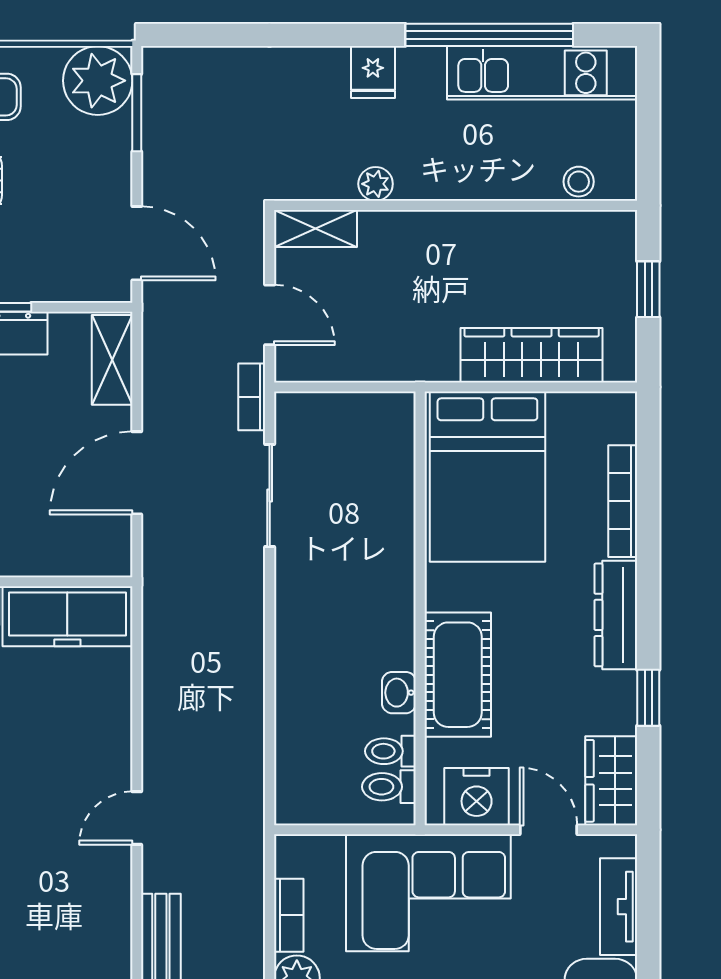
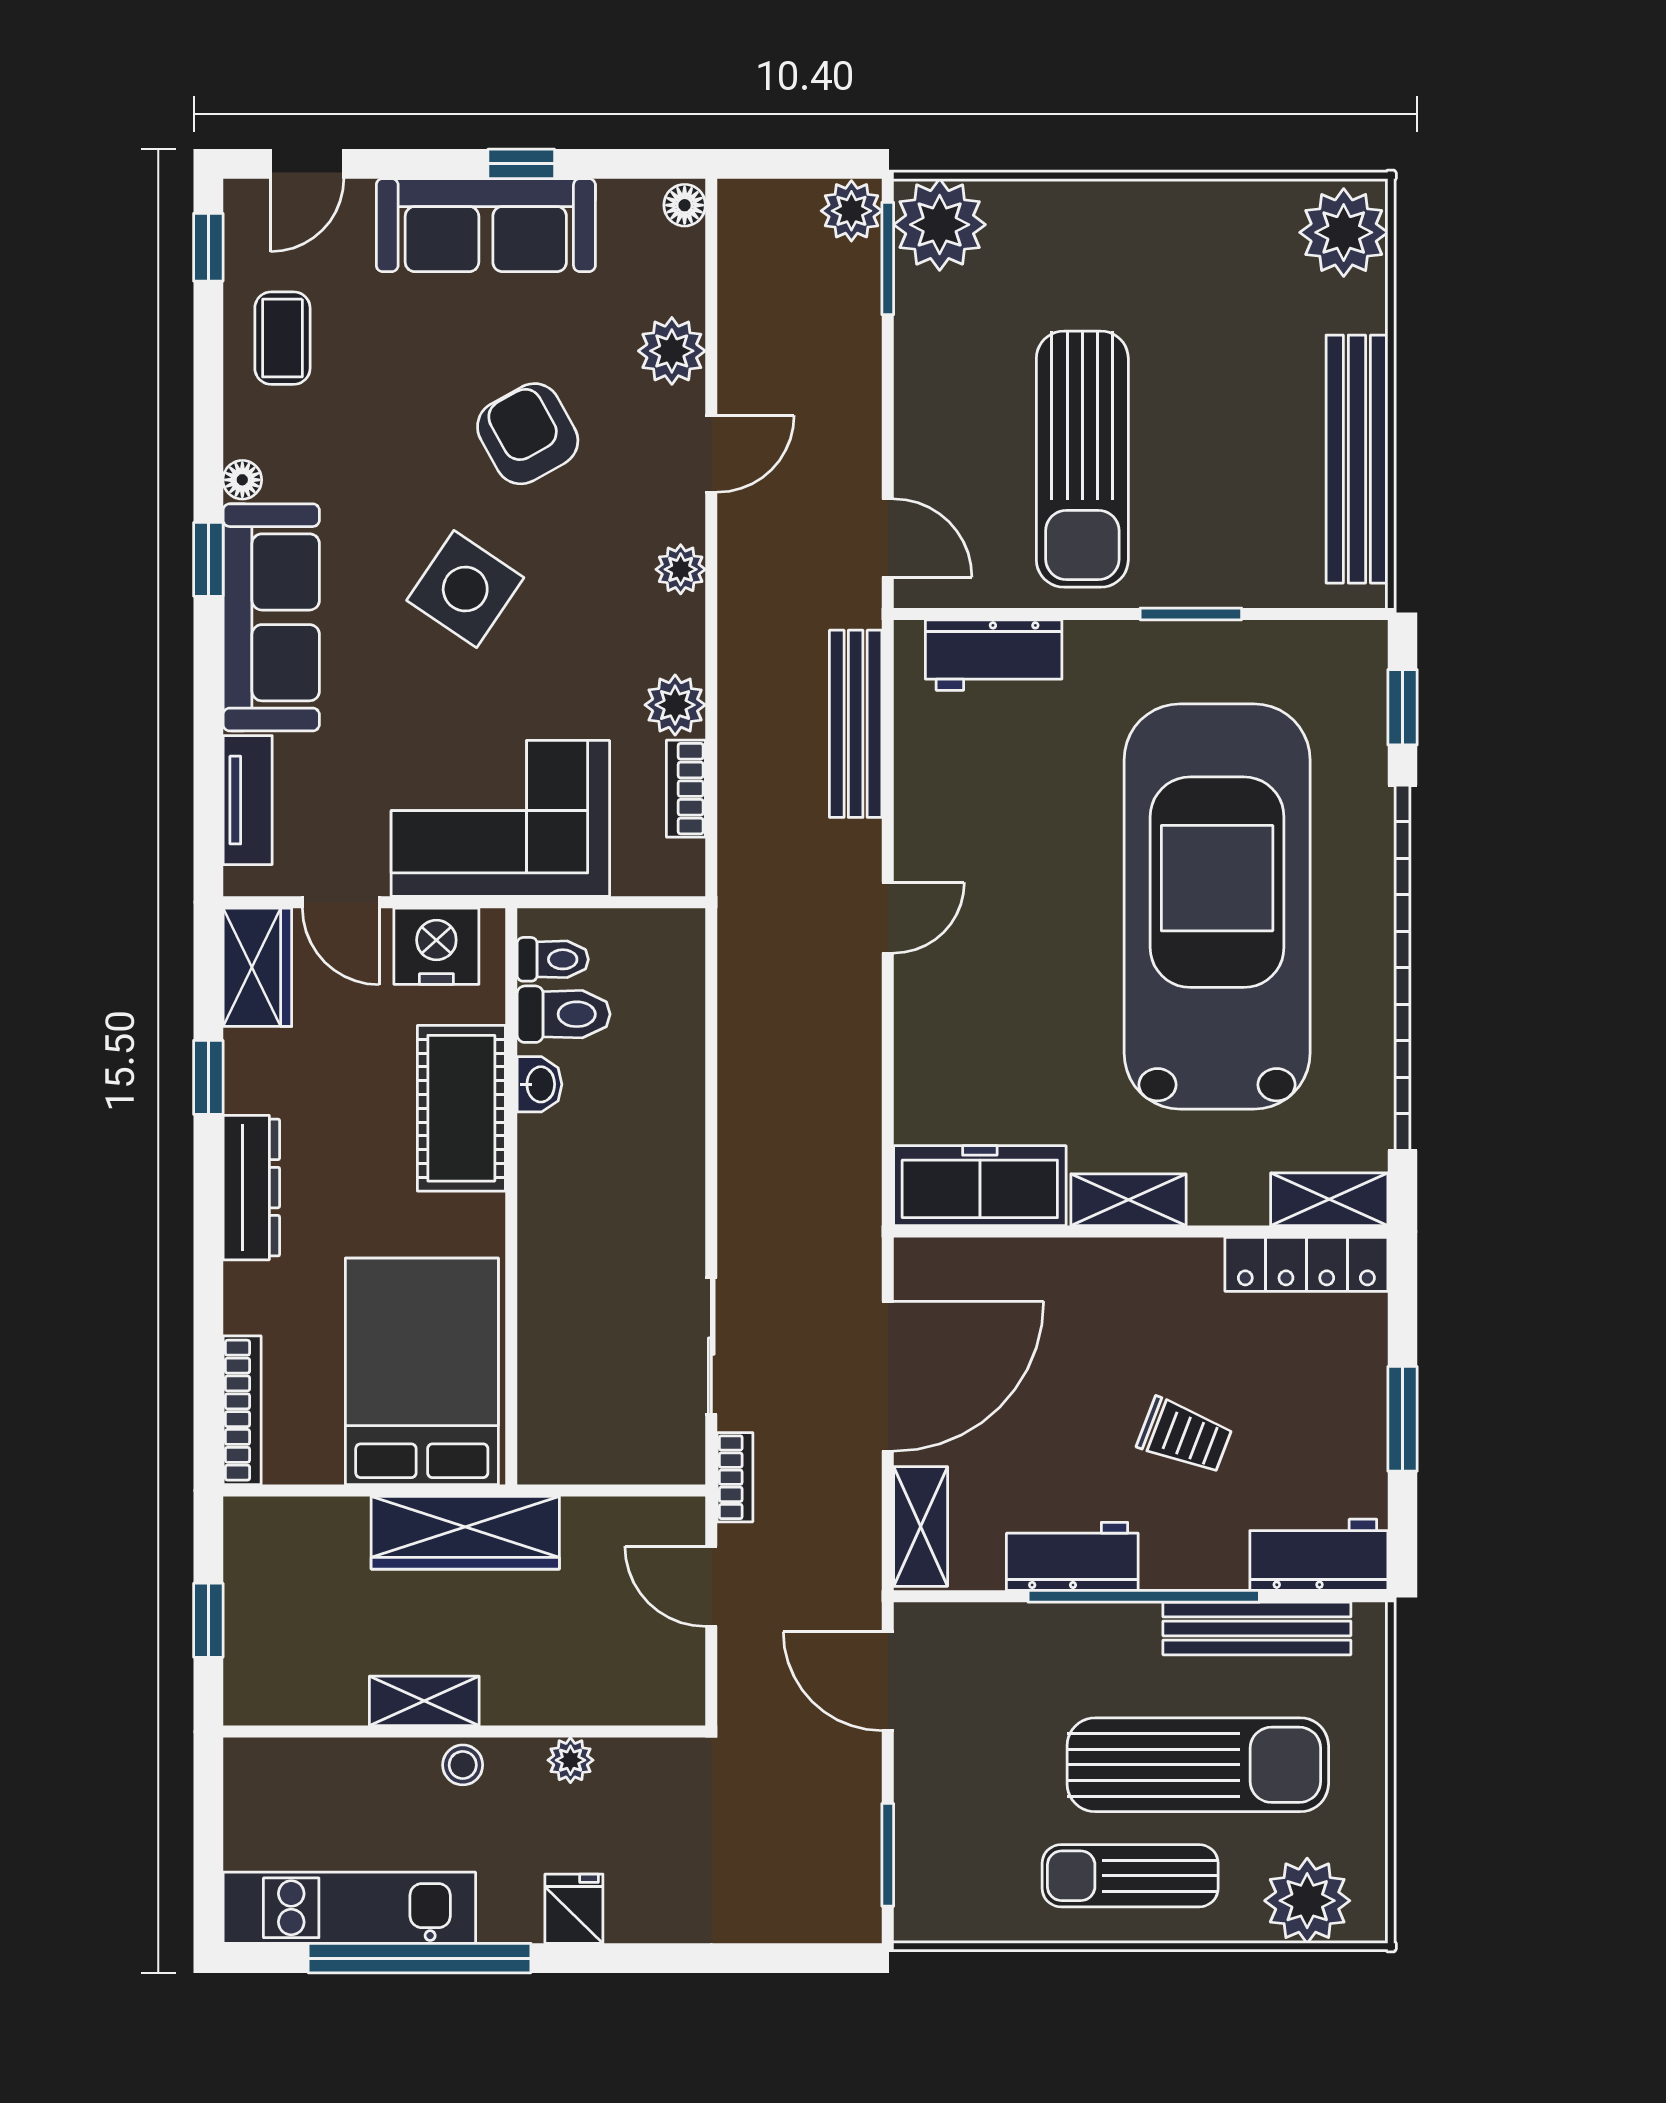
plant: (98, 81) -> (940, 1897), removed
stool: (579, 182) -> (463, 1765), moved
shelving: (315, 228) -> (424, 1701), moved
wardrobe: (532, 355) -> (465, 1533), moved
door: (137, 473) -> (888, 1376), width x1.36
bookcase: (623, 501) -> (242, 1410), moved
toilet: (390, 751) -> (564, 1014), width x1.37, depth x1.39

